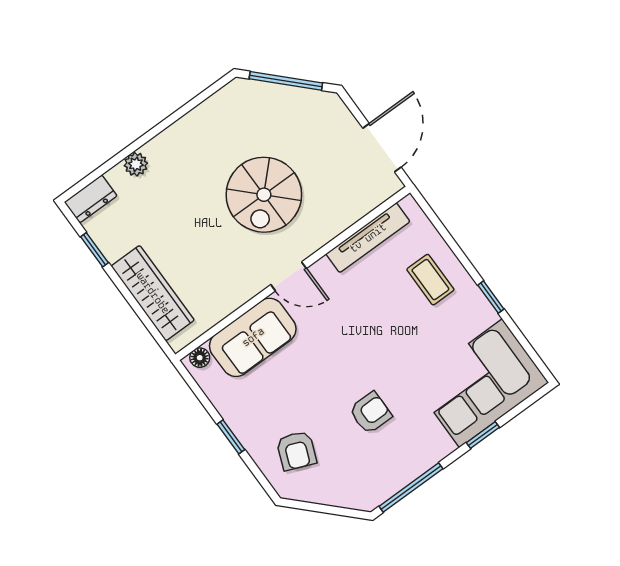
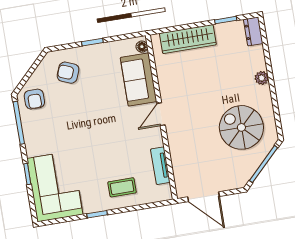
plant: (136, 164) -> (262, 78), moved
spiral stairs: (264, 195) -> (241, 127), moved
tv unit: (368, 238) -> (160, 166), width x0.71
armchair: (371, 413) -> (34, 99), moved

